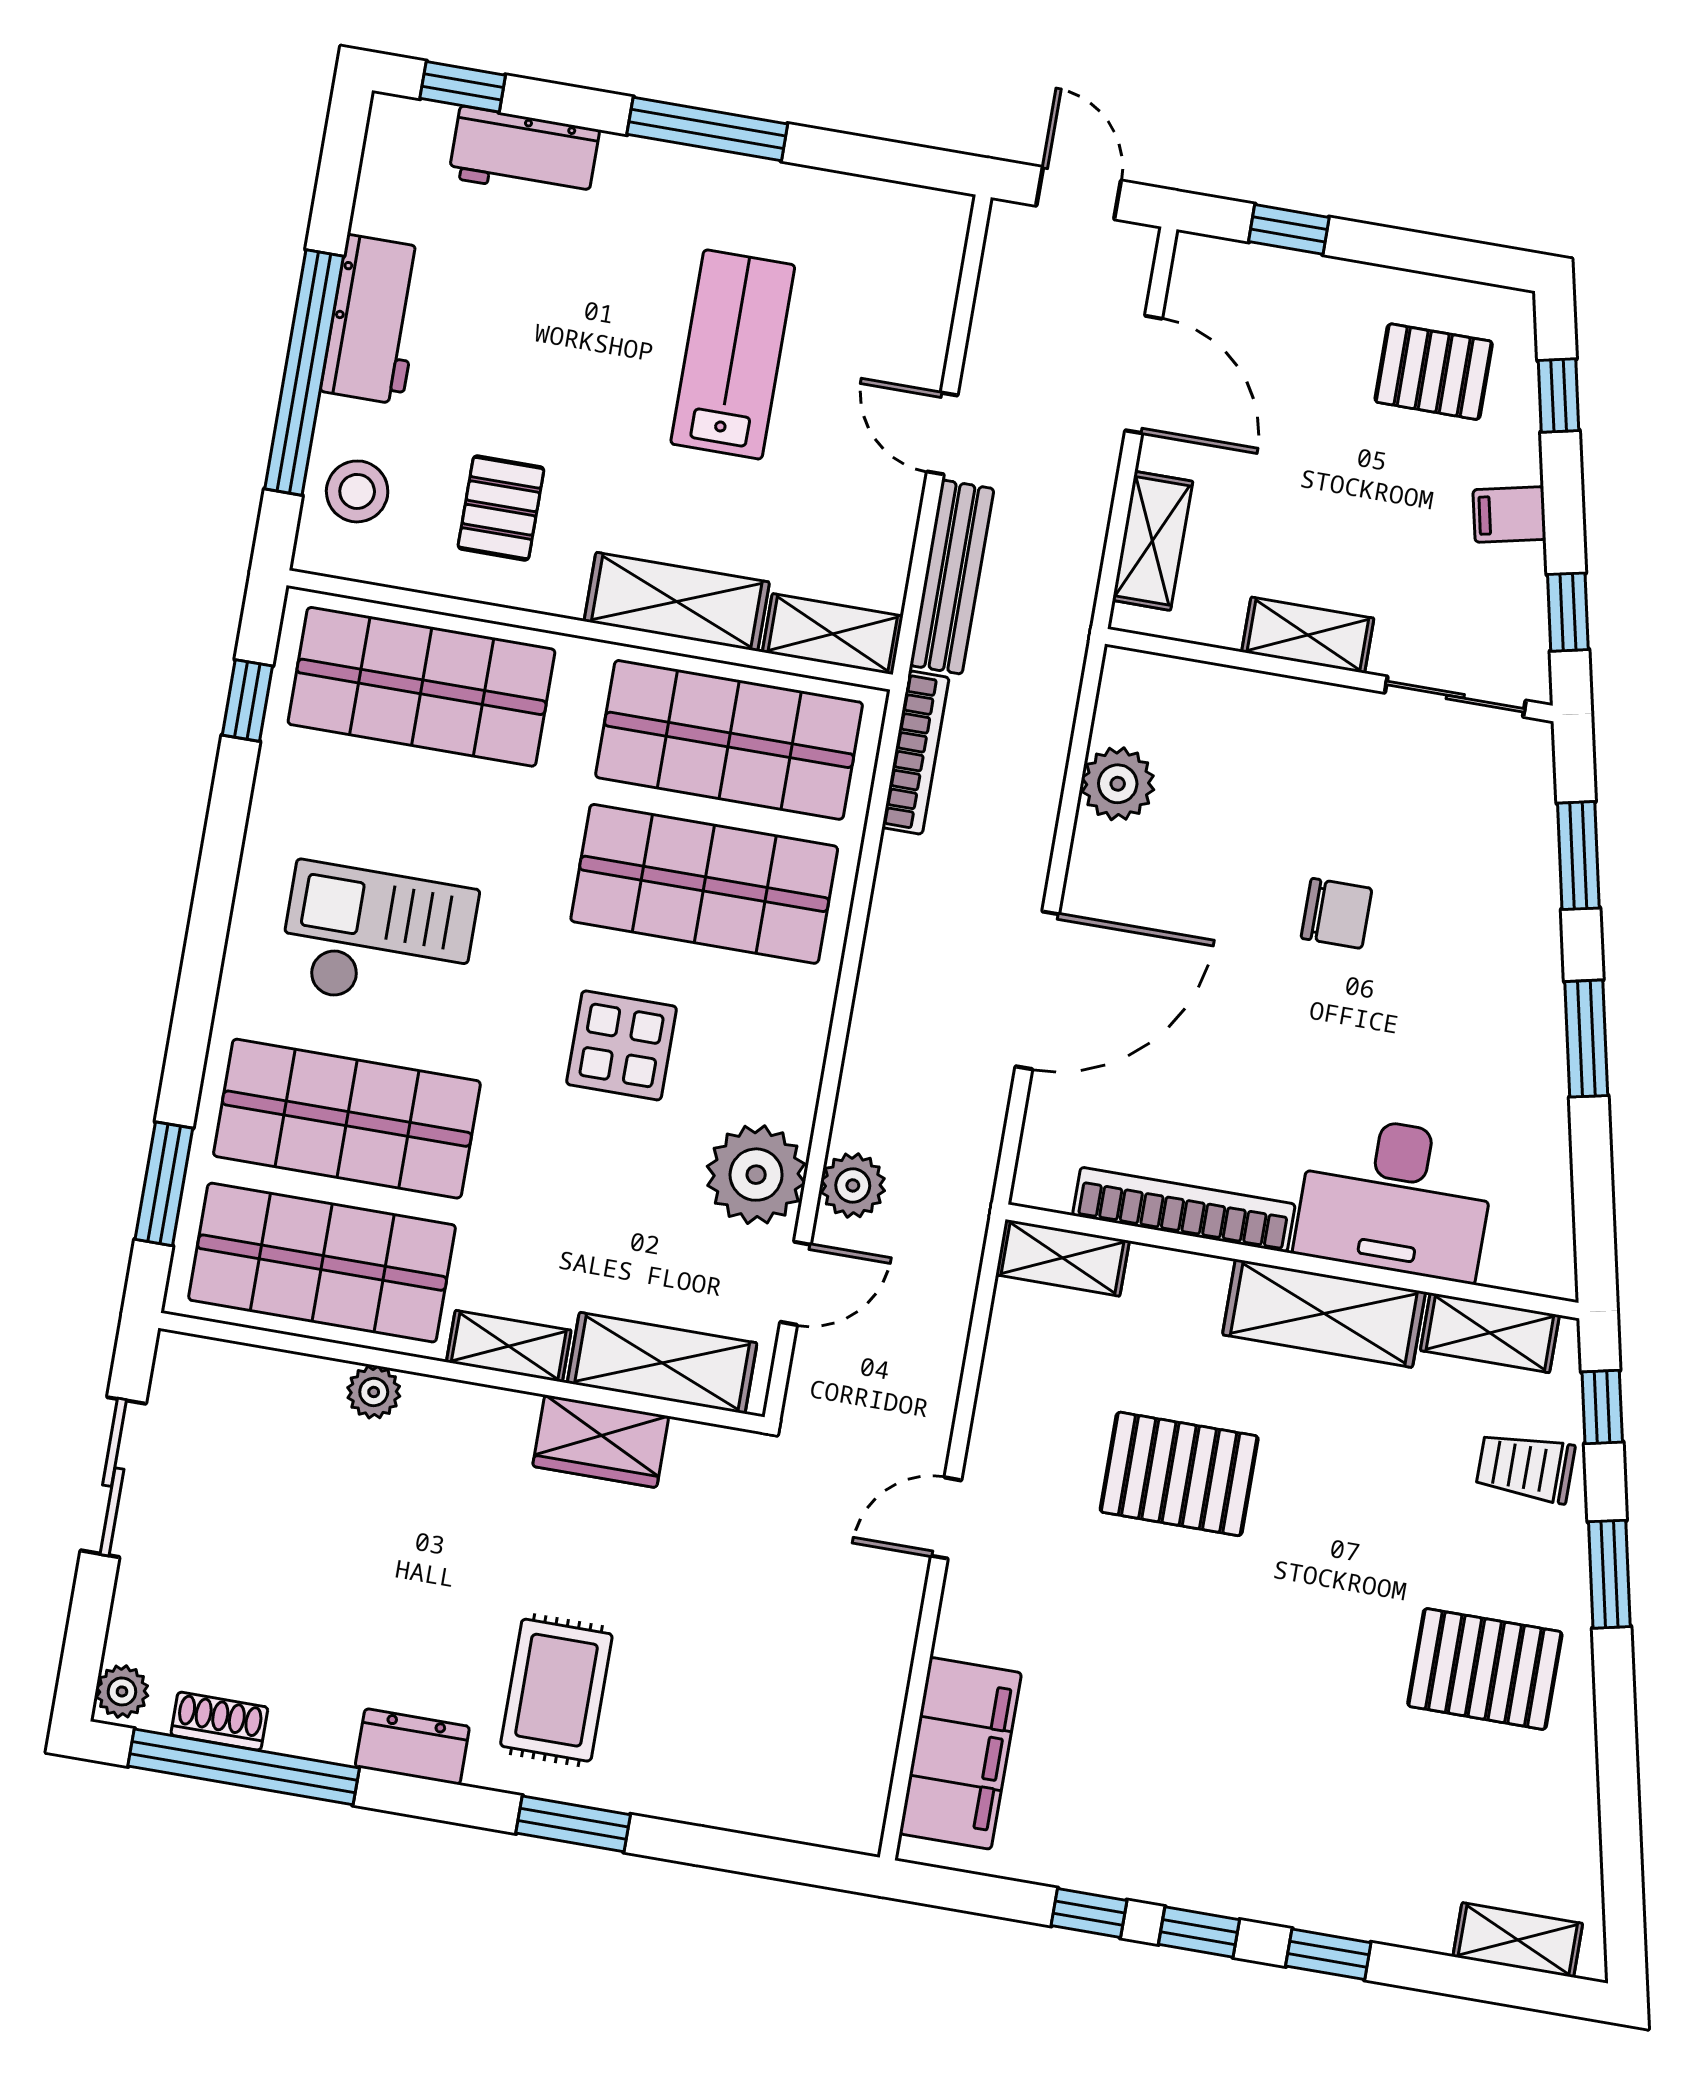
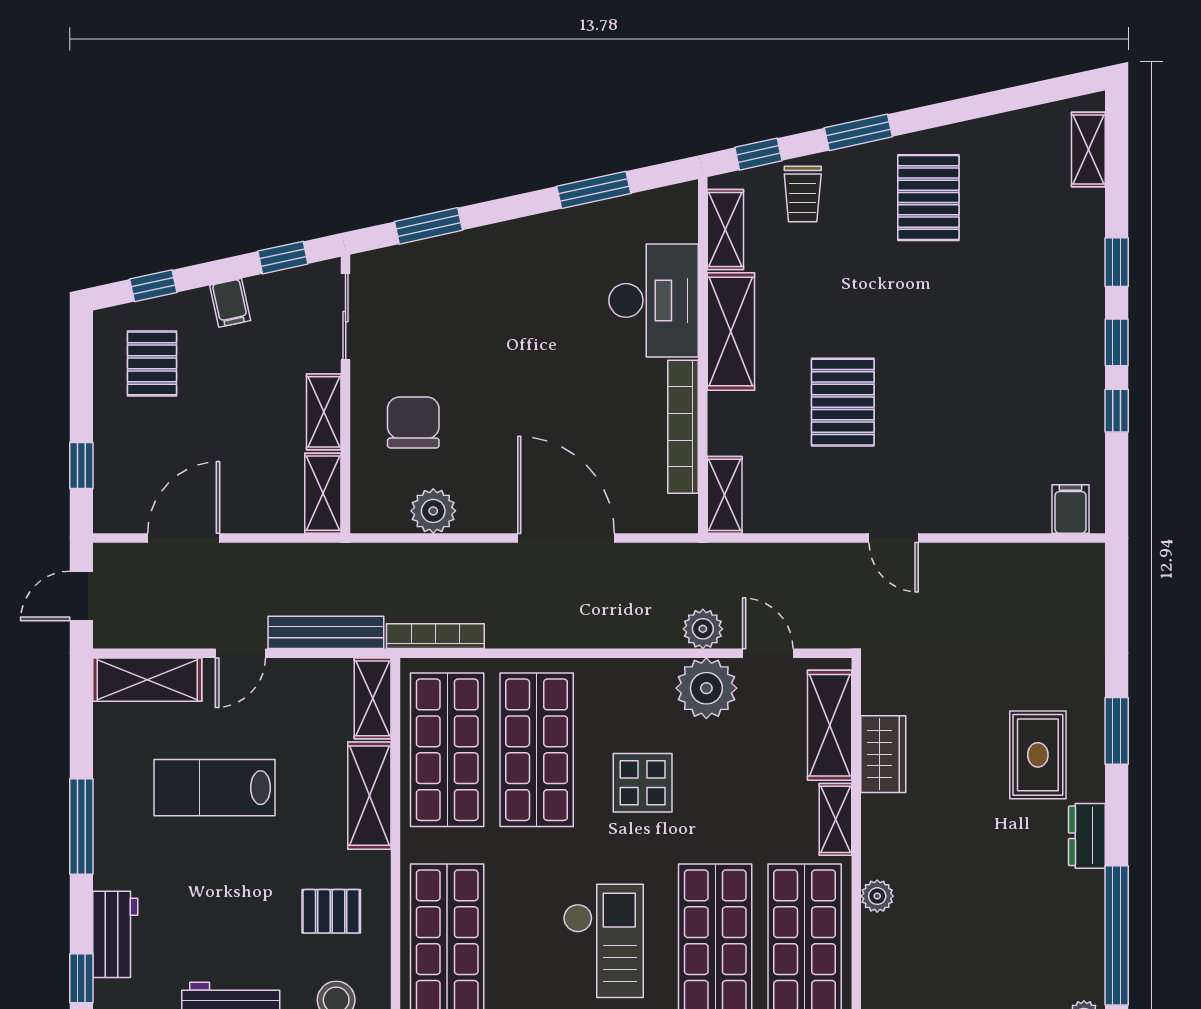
shelving: (926, 276) -> (147, 680), added
shelving: (1153, 541) -> (323, 493), moved, turned 90
chair: (1337, 913) -> (413, 422), moved, width x1.37, depth x1.37
checkout: (378, 938) -> (603, 941), turned 180
window: (1586, 1039) -> (594, 190), moved
rug: (556, 1690) -> (1038, 755), turned 90
shoe rack: (219, 1721) -> (1092, 955), removed
filing cabinet: (960, 1753) -> (1070, 509), width x0.33, depth x0.86

